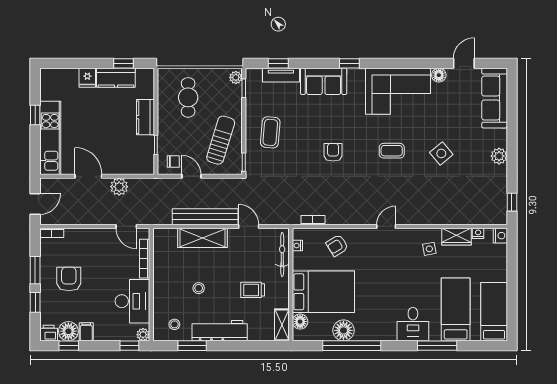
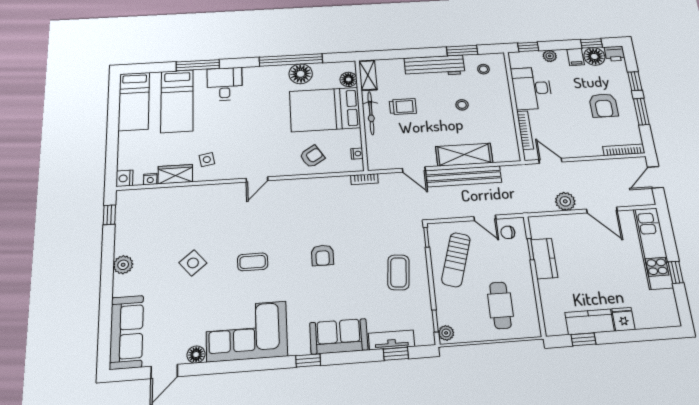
kitchen counter: (145, 117) -> (544, 259), moved
bookcase: (313, 220) -> (364, 179), moved
bookcase: (52, 233) -> (624, 150), width x1.56
bicycle: (282, 255) -> (371, 113), moved
plant: (143, 335) -> (550, 56), moved

